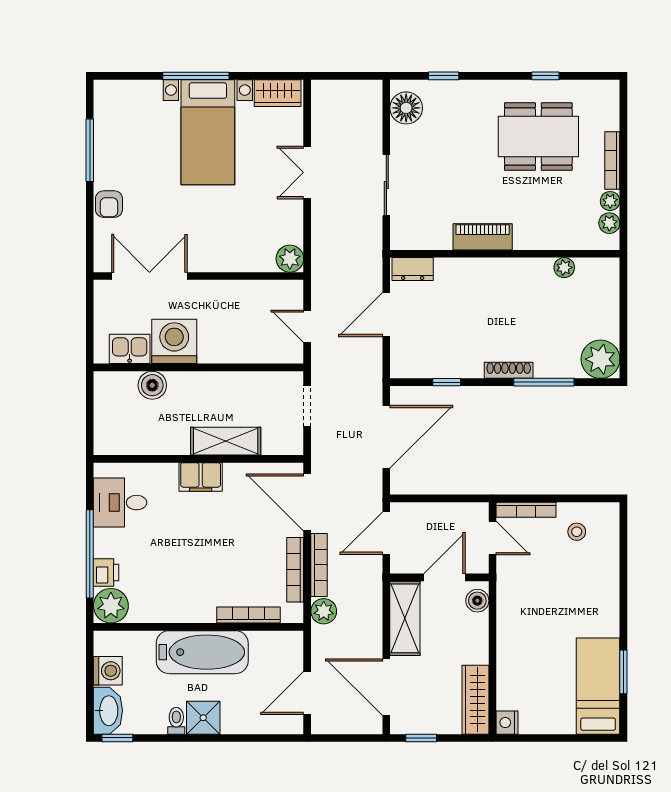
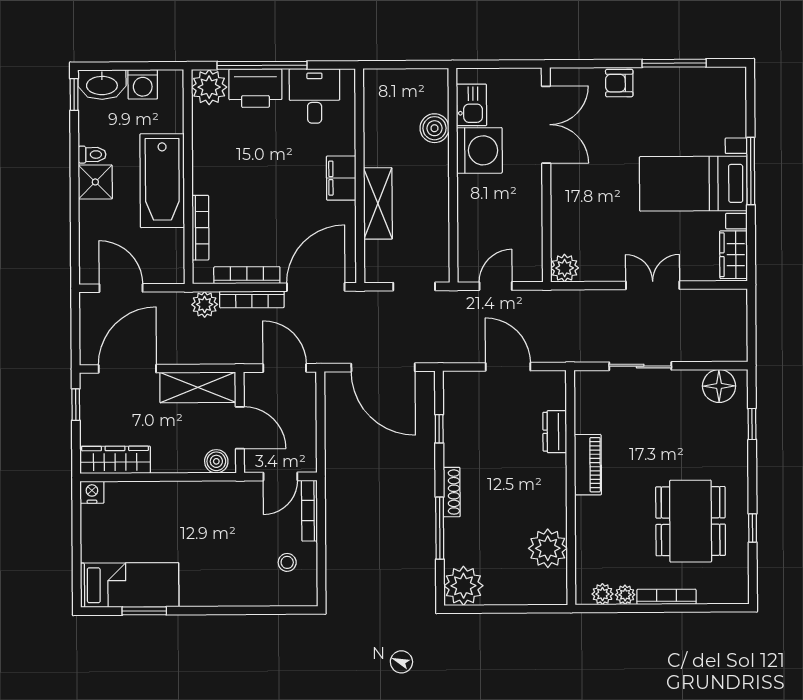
plant: (564, 268) -> (548, 548), width x1.87, depth x1.87
dresser: (413, 269) -> (555, 432), moved
printer: (106, 573) -> (255, 88), width x1.87, depth x1.48

